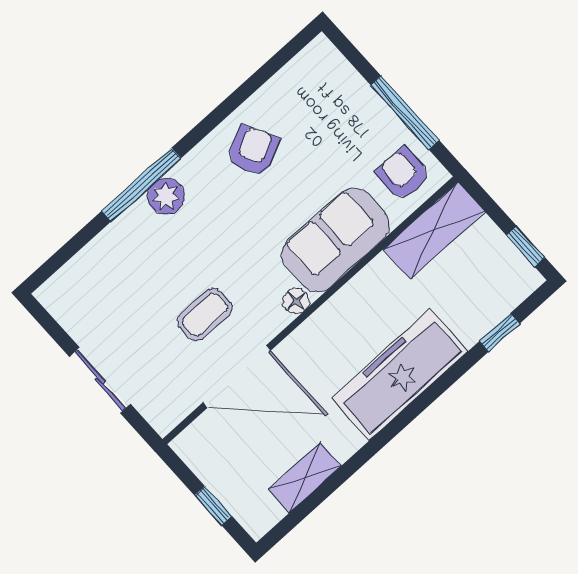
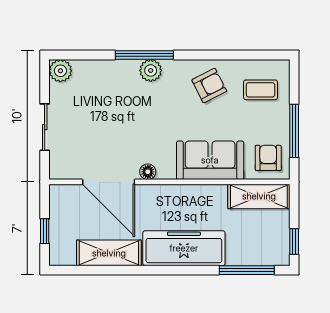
plant: (57, 295) -> (60, 71), added
floor lamp: (296, 301) -> (148, 172), moved
coffee table: (205, 315) -> (261, 90), moved
window: (499, 333) -> (247, 270), width x2.17
shelving: (305, 478) -> (109, 253), width x1.50, depth x1.33

